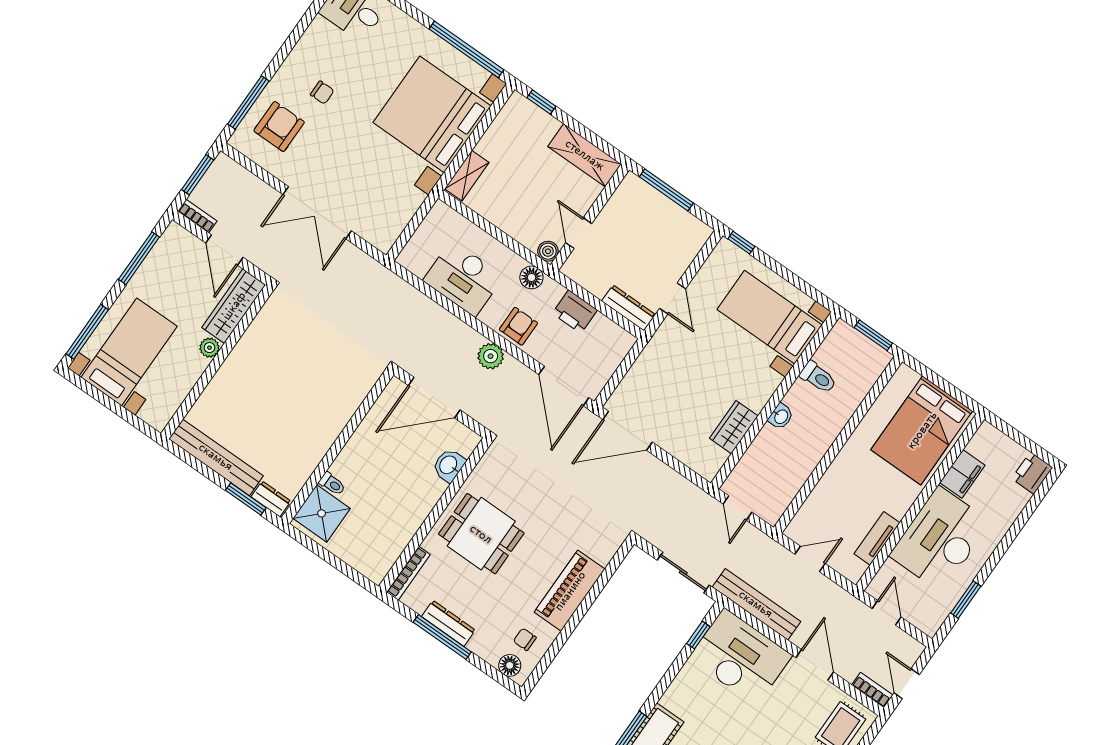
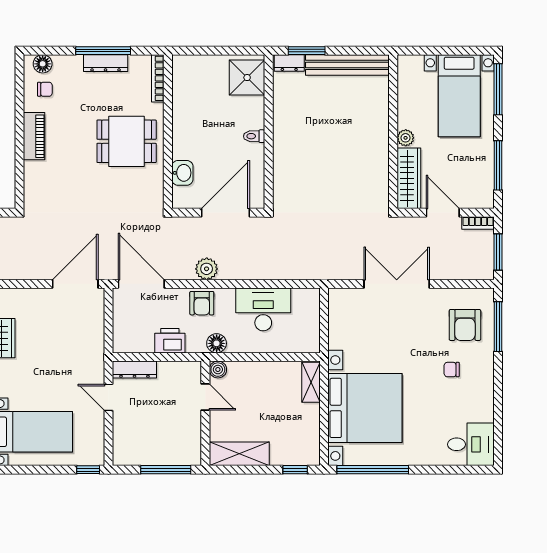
toilet: (332, 484) -> (254, 136), moved
piano: (570, 591) -> (34, 136), width x0.73, depth x0.75

